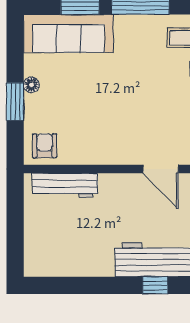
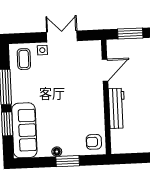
workbench: (65, 185) -> (117, 108), moved

